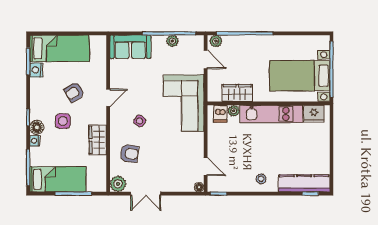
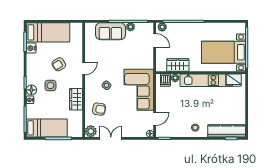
sofa: (130, 47) -> (110, 31), moved
corner sofa: (184, 103) -> (139, 90), moved
door: (206, 167) -> (155, 119), hinge flipped
double door: (146, 194) -> (111, 138), swing flipped

